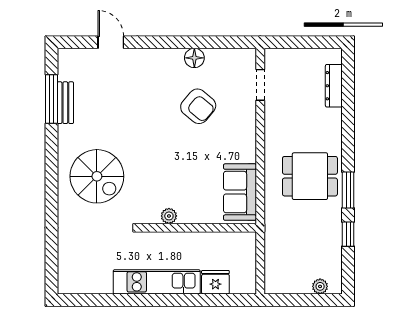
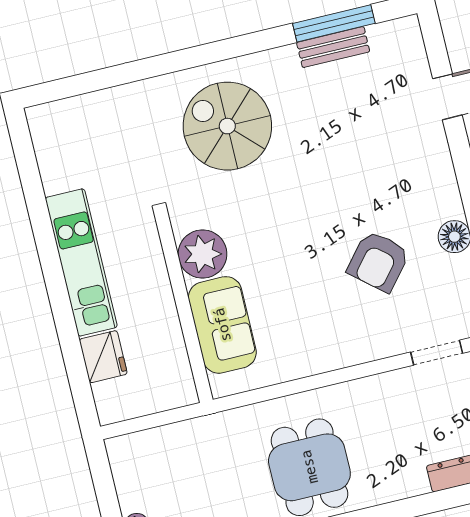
spiral stairs: (97, 176) -> (227, 126), turned 90
sofa: (240, 192) -> (222, 325), moved, turned 90
plant: (169, 216) -> (202, 254), width x1.87, depth x1.87

